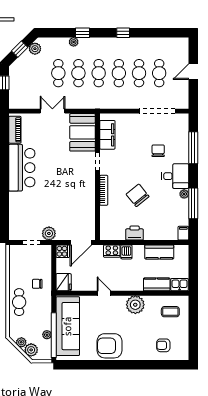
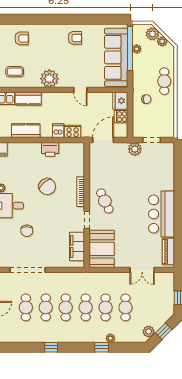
window: (123, 33) -> (51, 347), moved
double door: (52, 111) -> (142, 270), moved
cafe table: (79, 181) -> (105, 201), added
cooker: (63, 251) -> (121, 117), moved
armchair: (110, 346) -> (75, 38), width x0.53, depth x0.53

